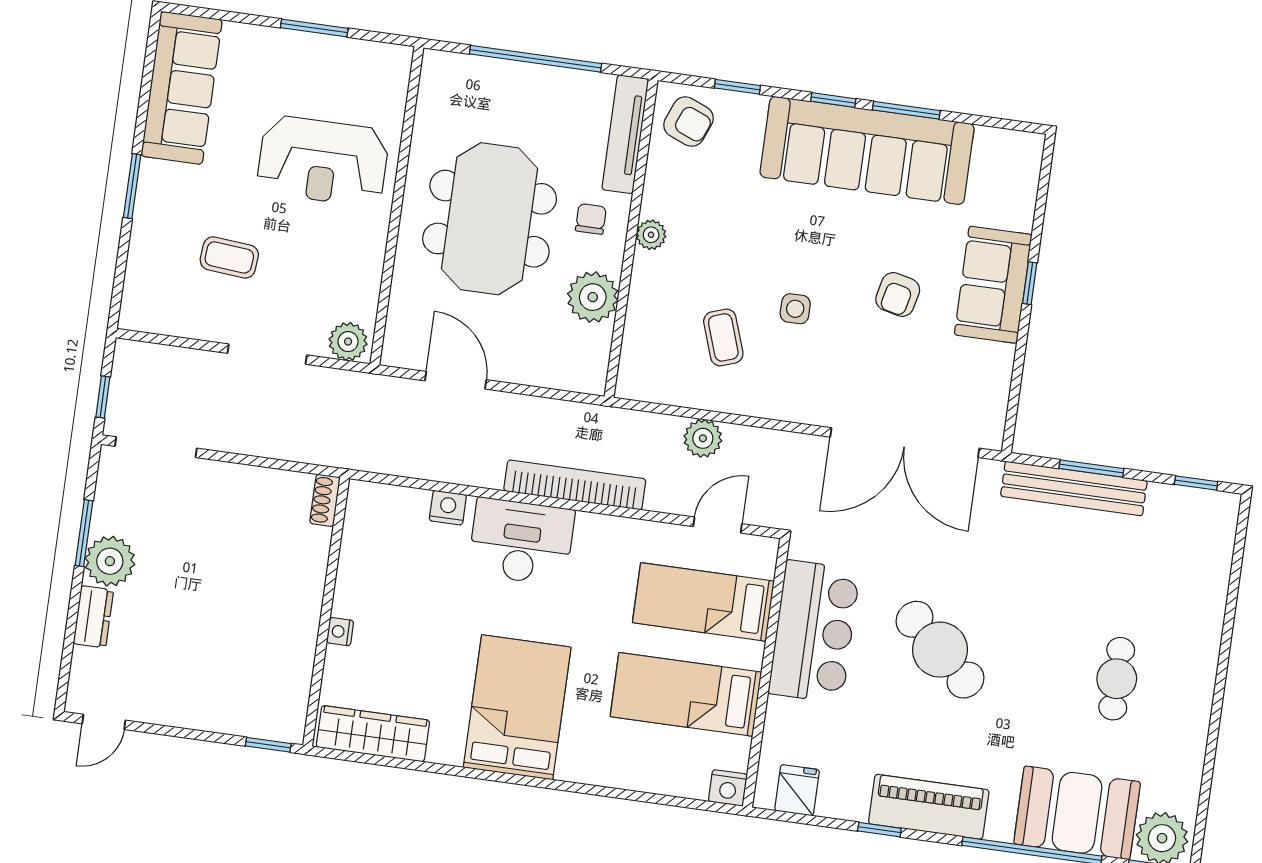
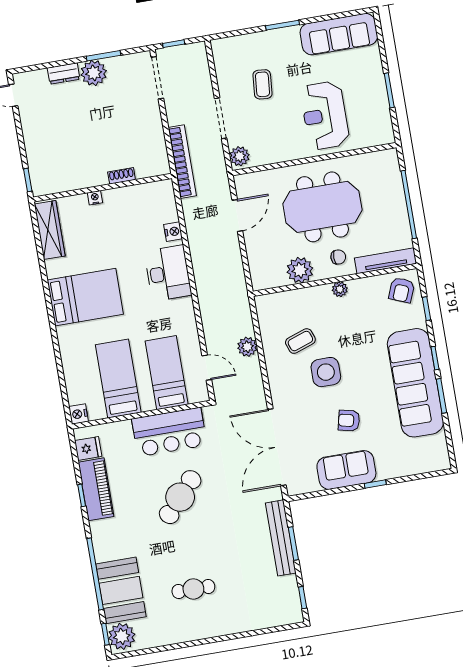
sofa: (993, 285) -> (346, 470), moved
side table: (795, 309) -> (326, 372), width x1.87, depth x1.87
bookcase: (575, 485) -> (182, 162), moved
shoe rack: (325, 500) -> (122, 176), moved
piano: (929, 807) -> (96, 489), moved

